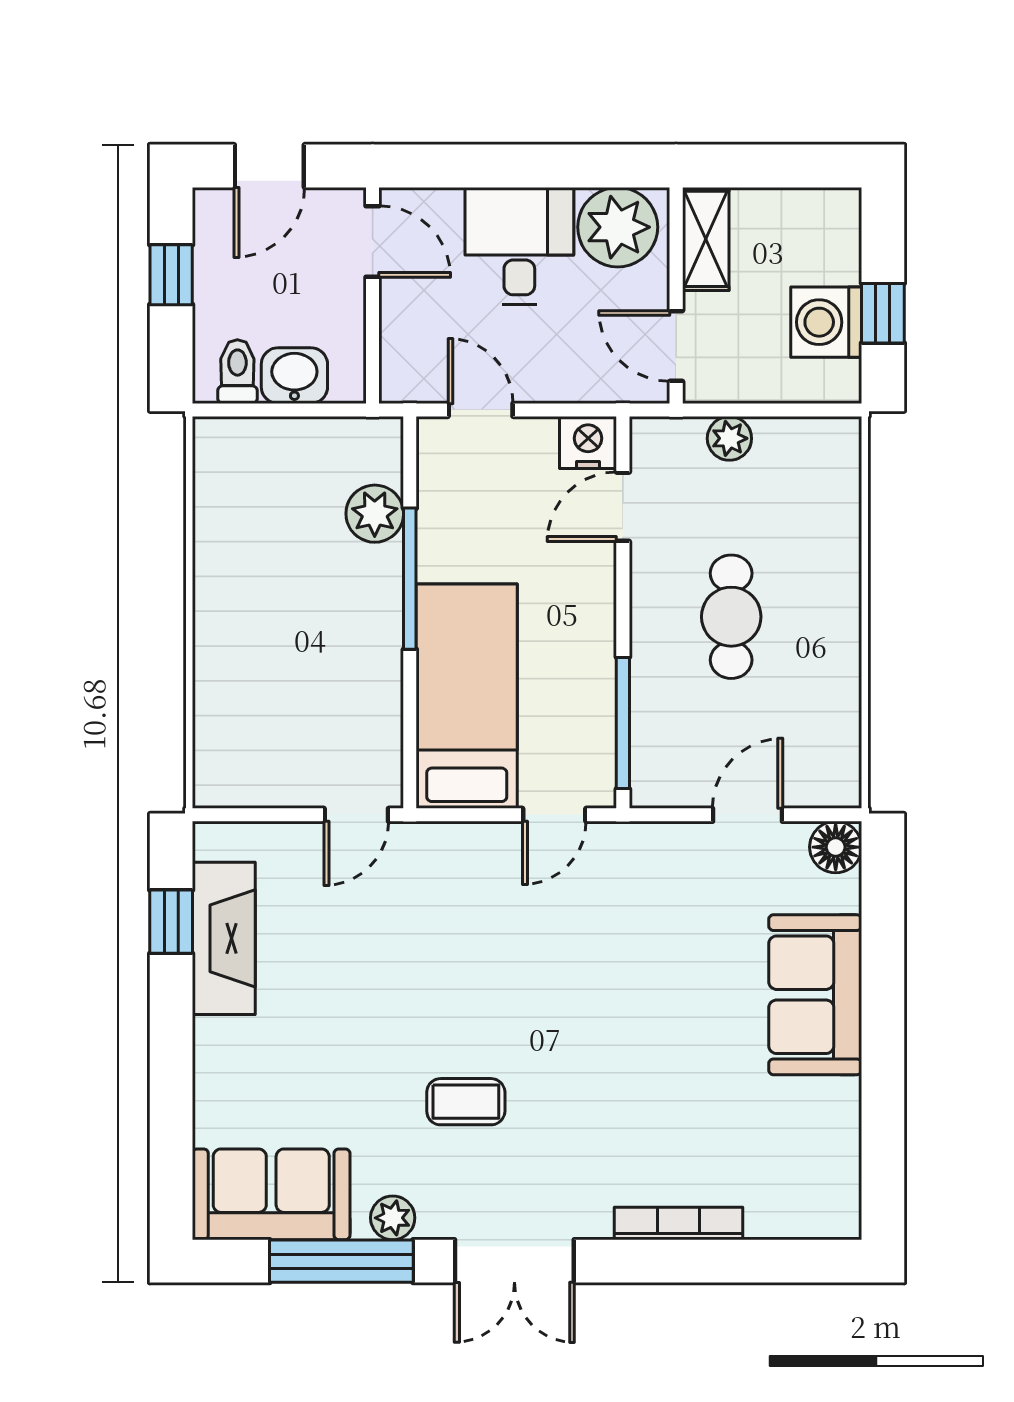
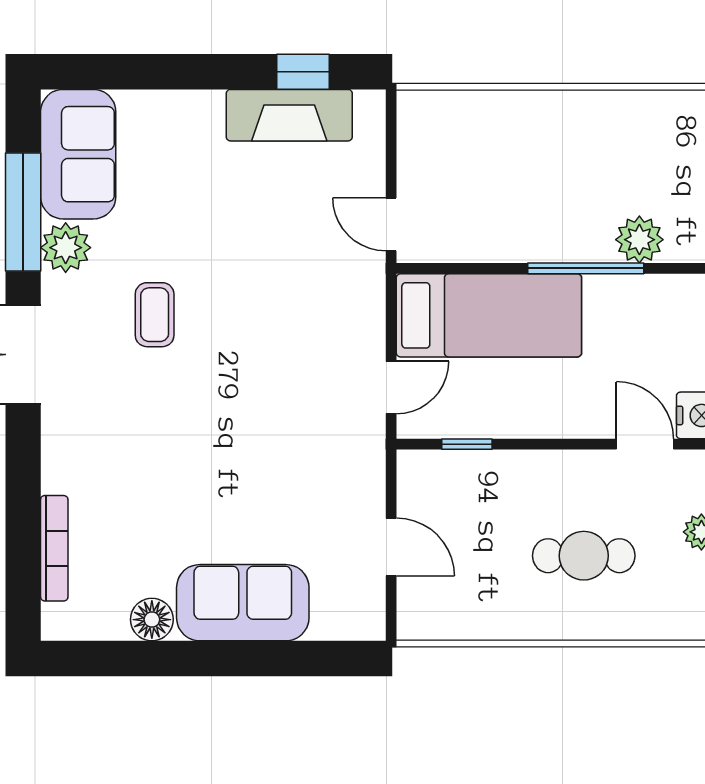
cafe table: (731, 617) -> (584, 556), moved
window: (623, 723) -> (467, 444), width x0.46
door: (554, 815) -> (391, 388), swing flipped
floor lamp: (836, 847) -> (152, 620), moved
plant: (393, 1218) -> (66, 248), width x1.38, depth x1.38
bookcase: (678, 1223) -> (54, 548), moved

